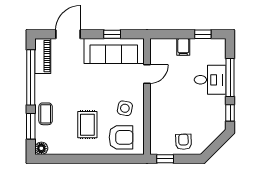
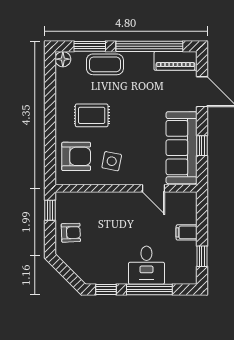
coffee table: (46, 114) -> (105, 64), width x1.36, depth x1.30
armchair: (121, 137) -> (76, 156), turned -90

